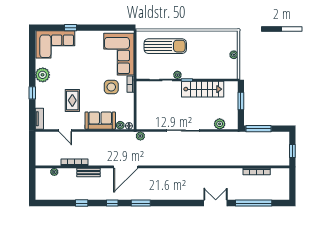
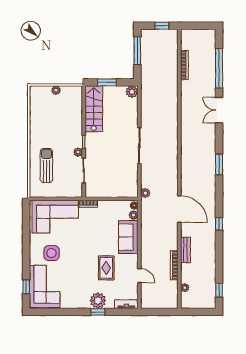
window: (71, 28) -> (26, 287), moved
sun lounger: (165, 46) -> (46, 166), width x0.73, depth x0.75
plant: (43, 75) -> (98, 301), moved
side table: (111, 87) -> (51, 253), moved
stairs: (203, 89) -> (94, 109), moved
rug: (72, 100) -> (106, 268), turned 90
plant: (220, 124) -> (132, 92), moved
window: (259, 129) -> (137, 51), moved
door: (65, 130) -> (139, 276), hinge flipped
window: (82, 203) -> (219, 290), moved
window: (141, 203) -> (219, 164), moved

